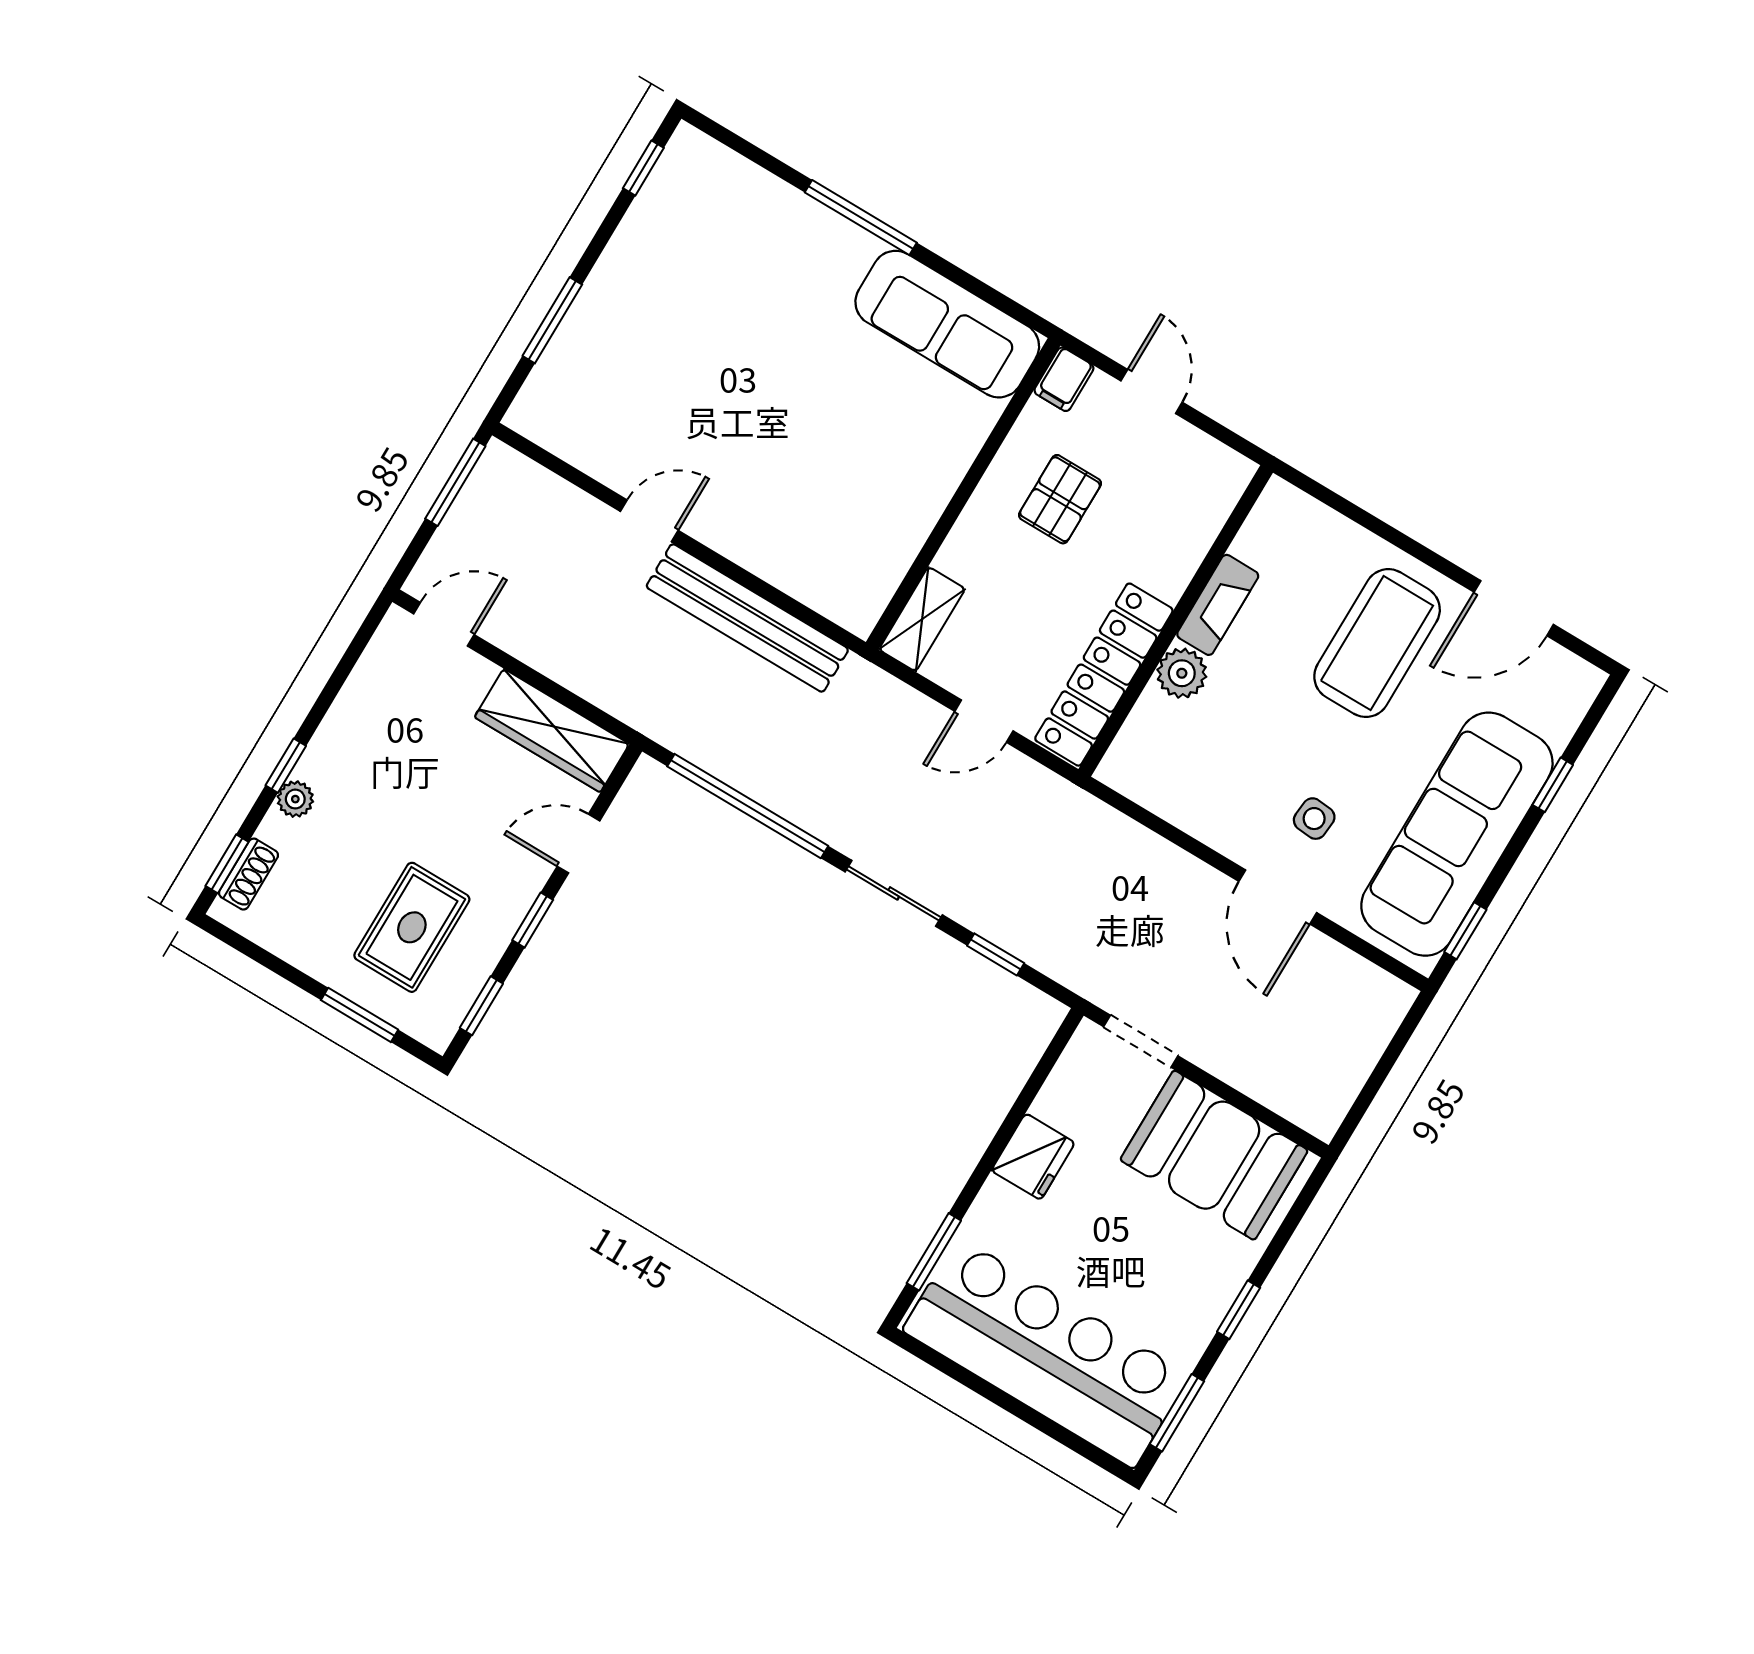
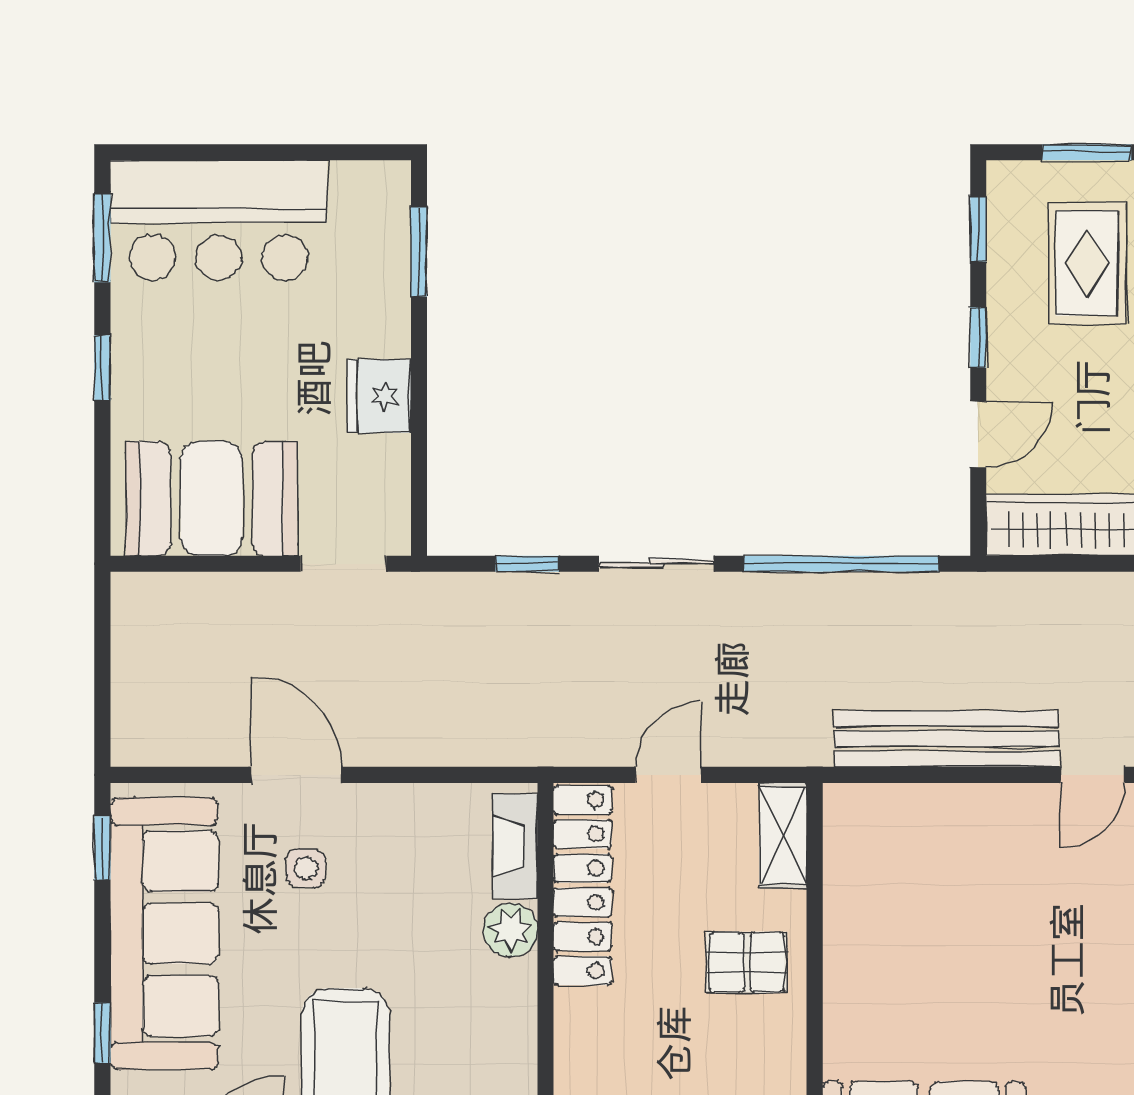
pallet: (1060, 499) -> (747, 962), moved, turned 90
fireplace: (1218, 605) -> (515, 846), moved
bar counter: (1046, 1353) -> (219, 220), width x0.73

